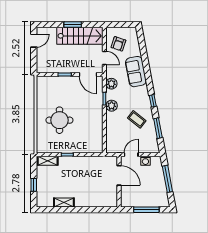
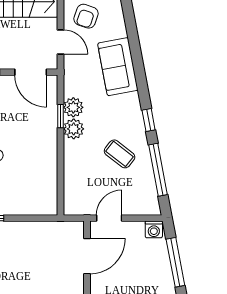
plant: (111, 84) -> (73, 107), moved
window: (158, 128) -> (158, 170), width x1.44
washing machine: (145, 161) -> (154, 229), moved
door: (119, 175) -> (87, 256), hinge flipped

